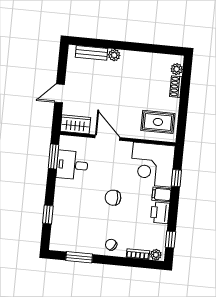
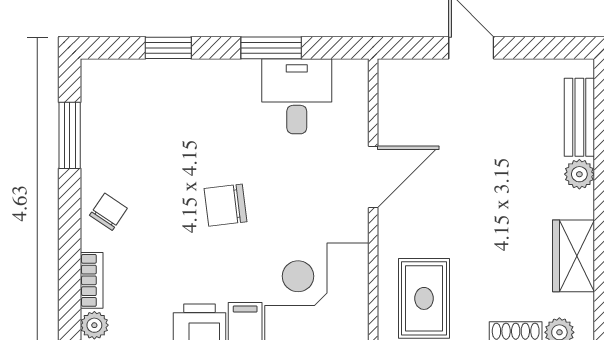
wardrobe: (75, 124) -> (573, 256), moved, turned 180
window: (53, 157) -> (271, 48), moved
chair: (113, 198) -> (226, 205), turned -97

